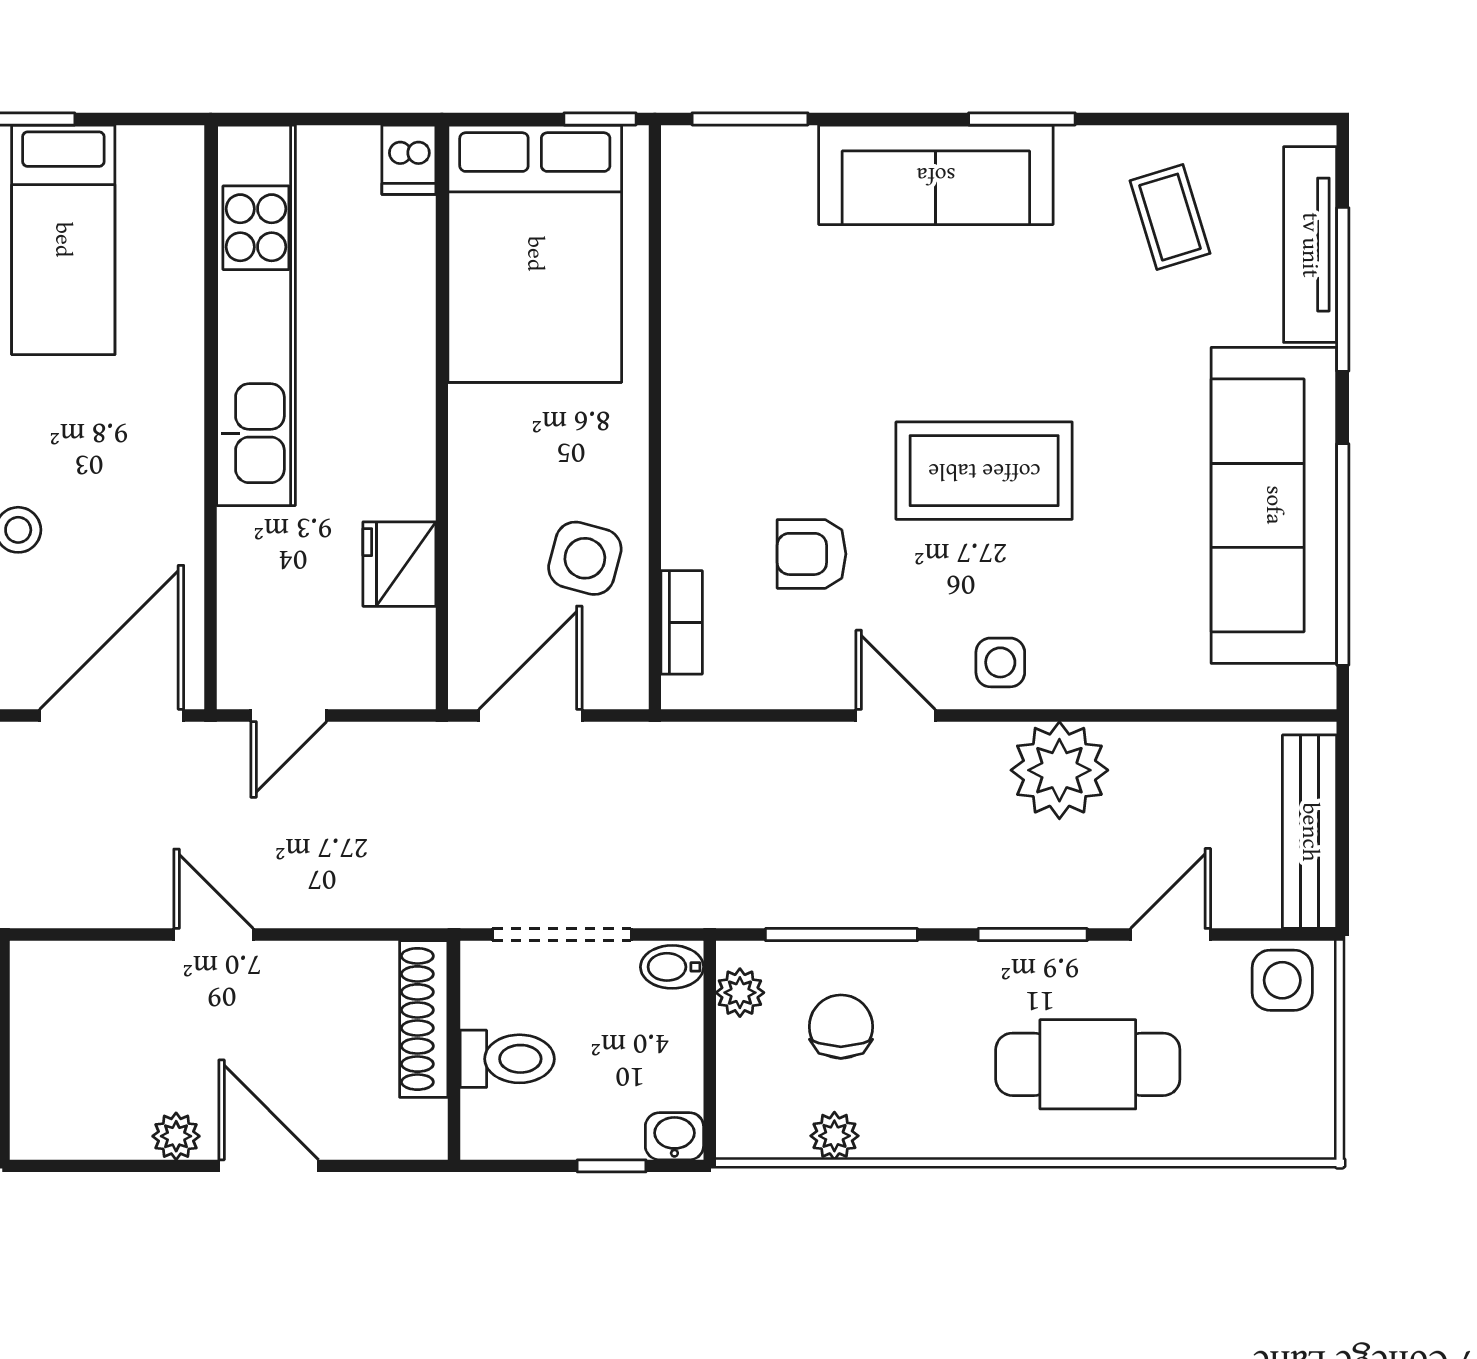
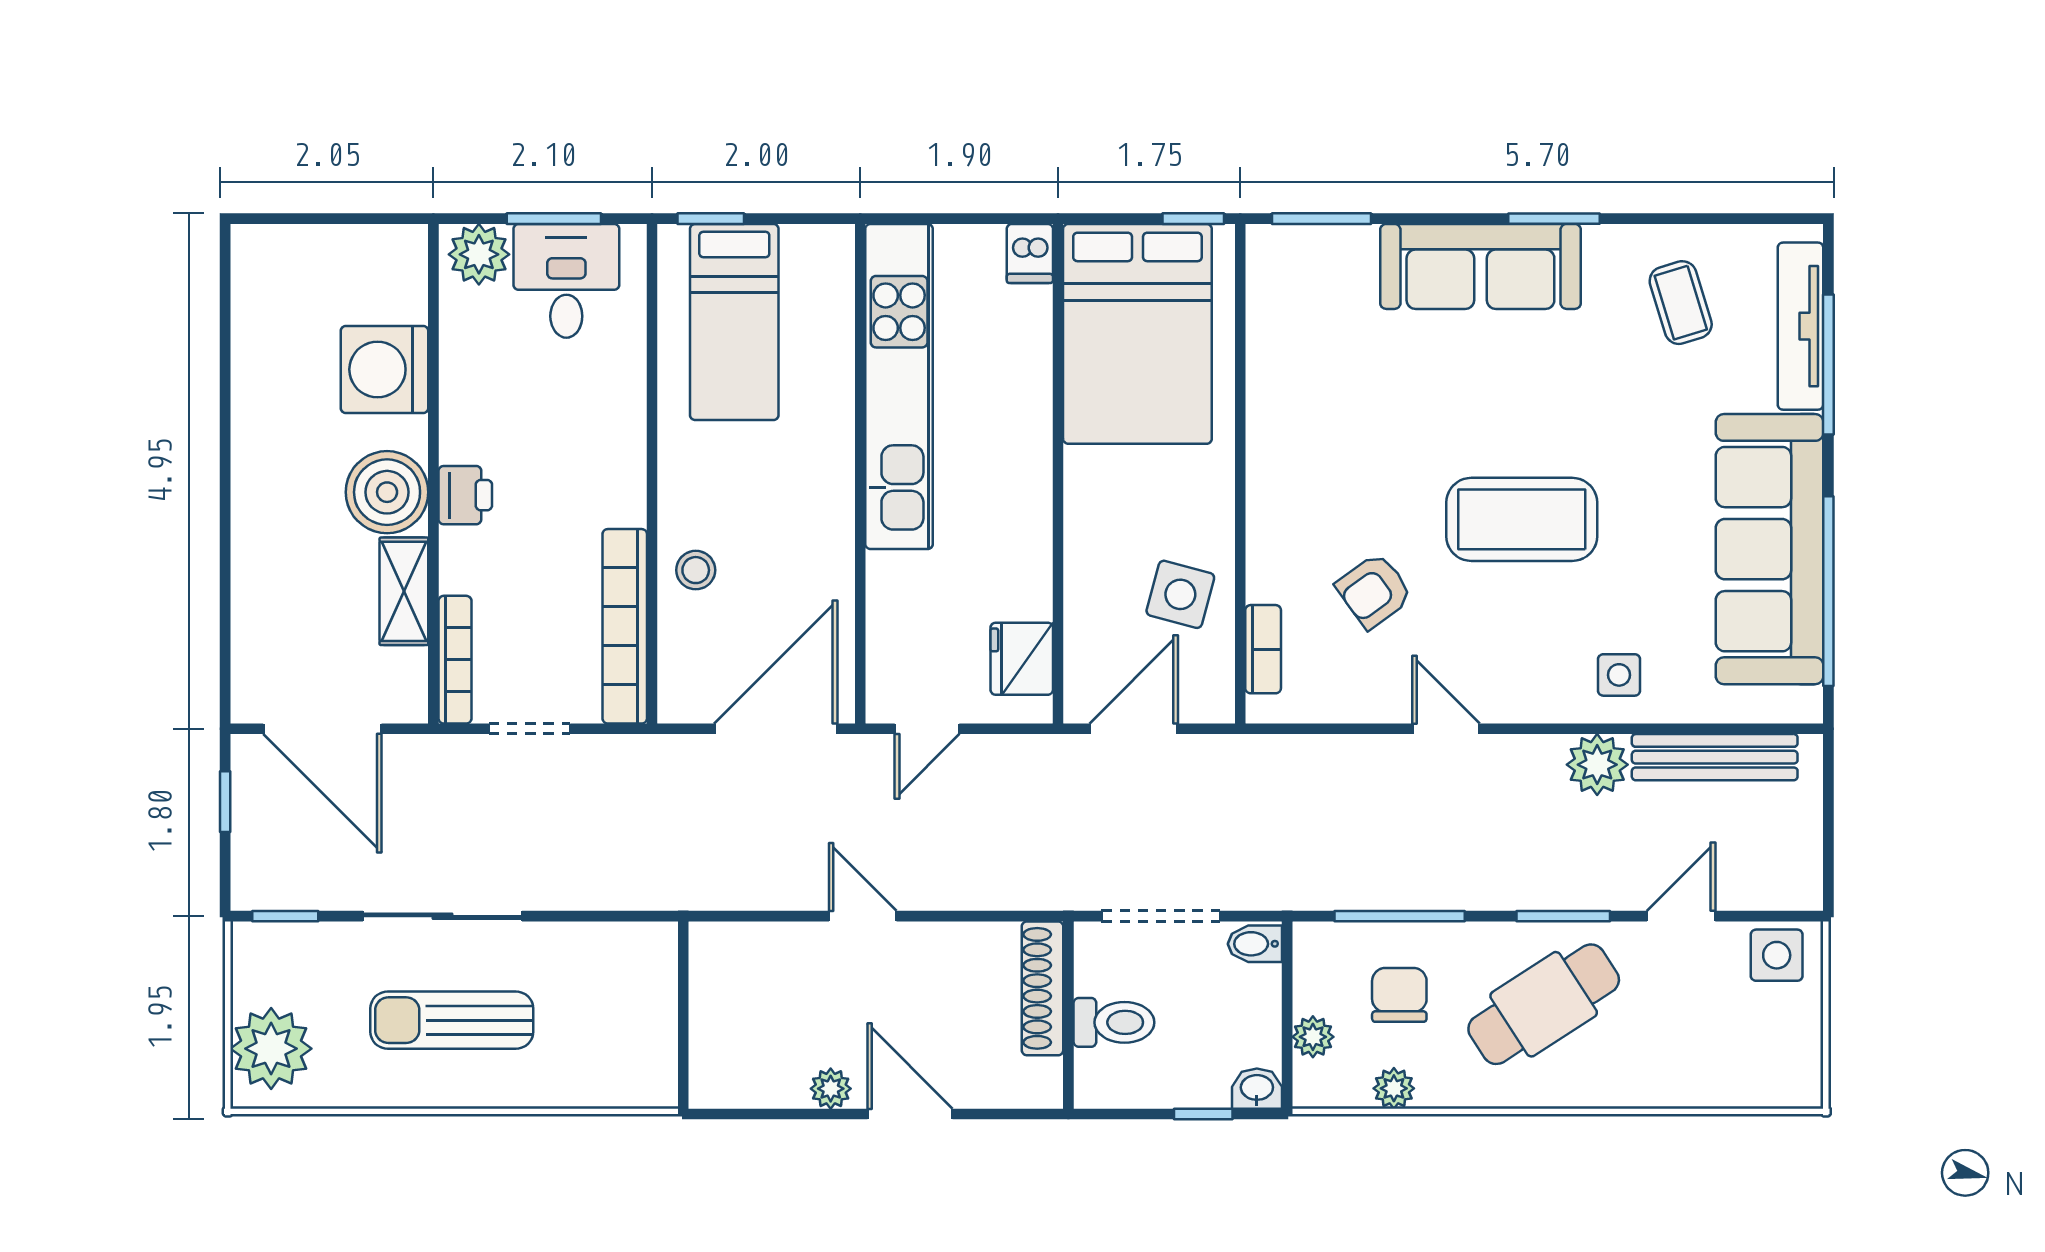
armchair: (812, 554) -> (1374, 591), turned -36
fridge: (399, 564) -> (1022, 659), moved
side table: (1000, 662) -> (1619, 675), moved
plant: (1059, 770) -> (1597, 765), width x0.73, depth x0.73
bench: (1310, 832) -> (1715, 757), moved, turned 90
plant: (740, 993) -> (1313, 1037), moved
cafe table: (1088, 1064) -> (1544, 1004), moved, turned -33

